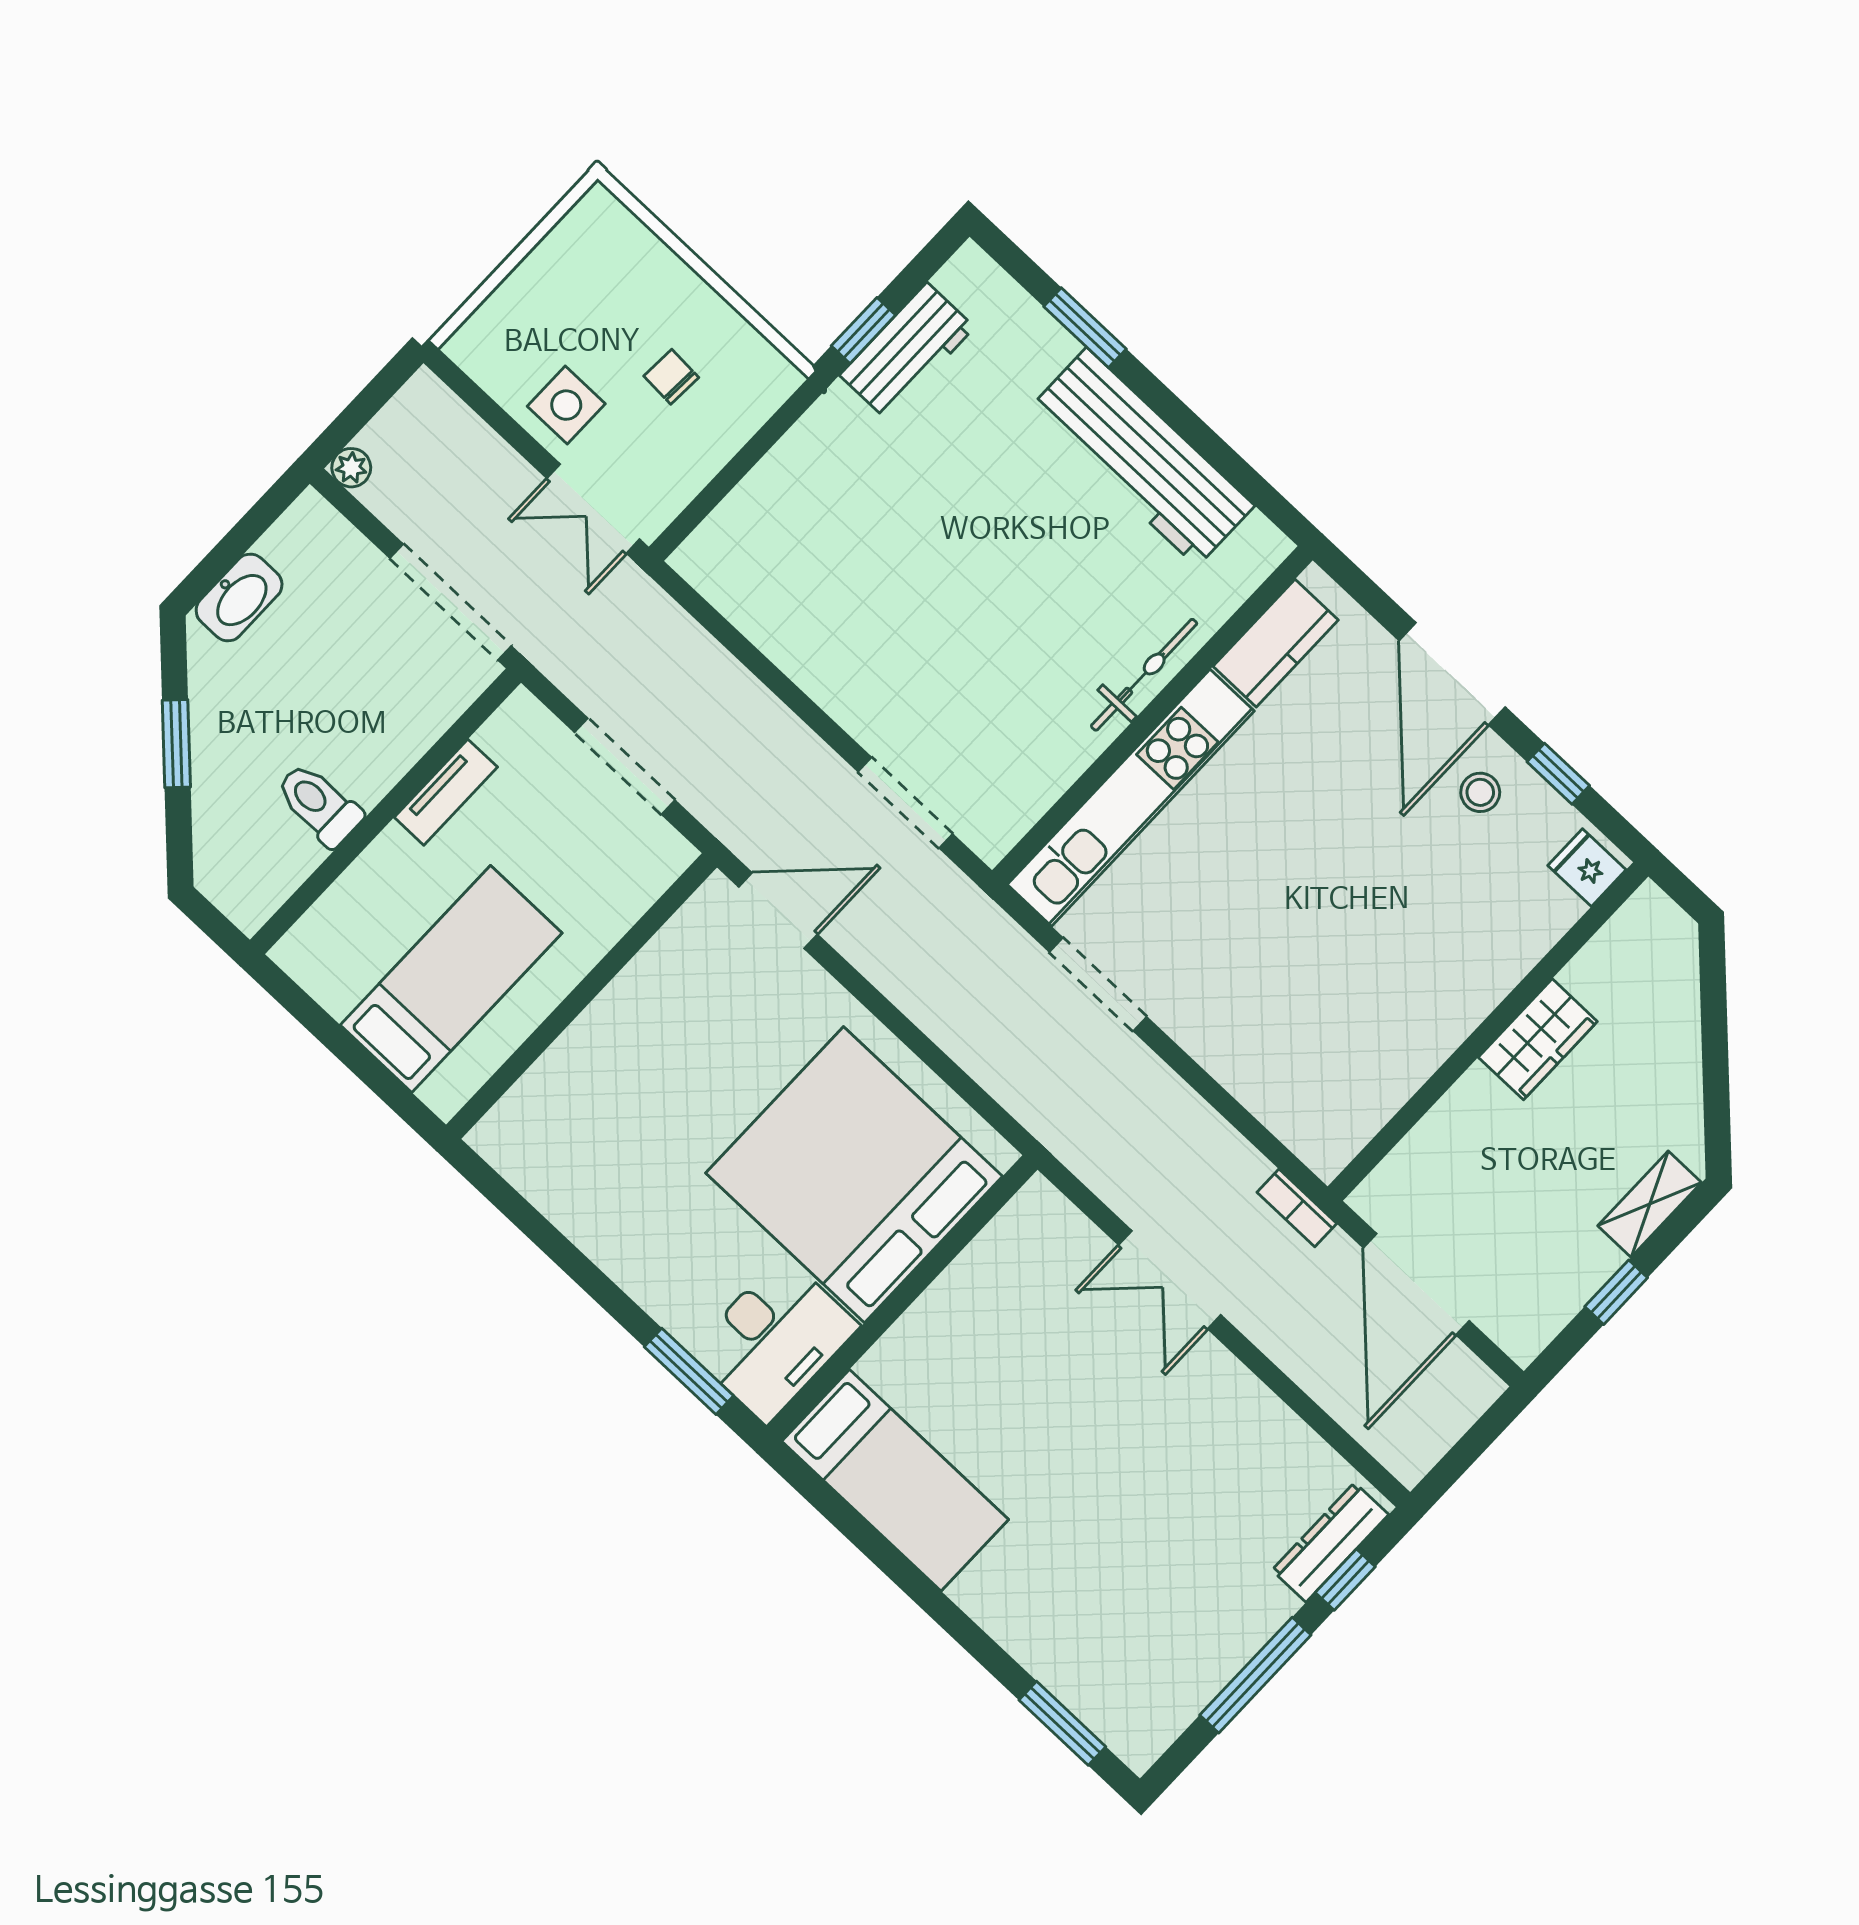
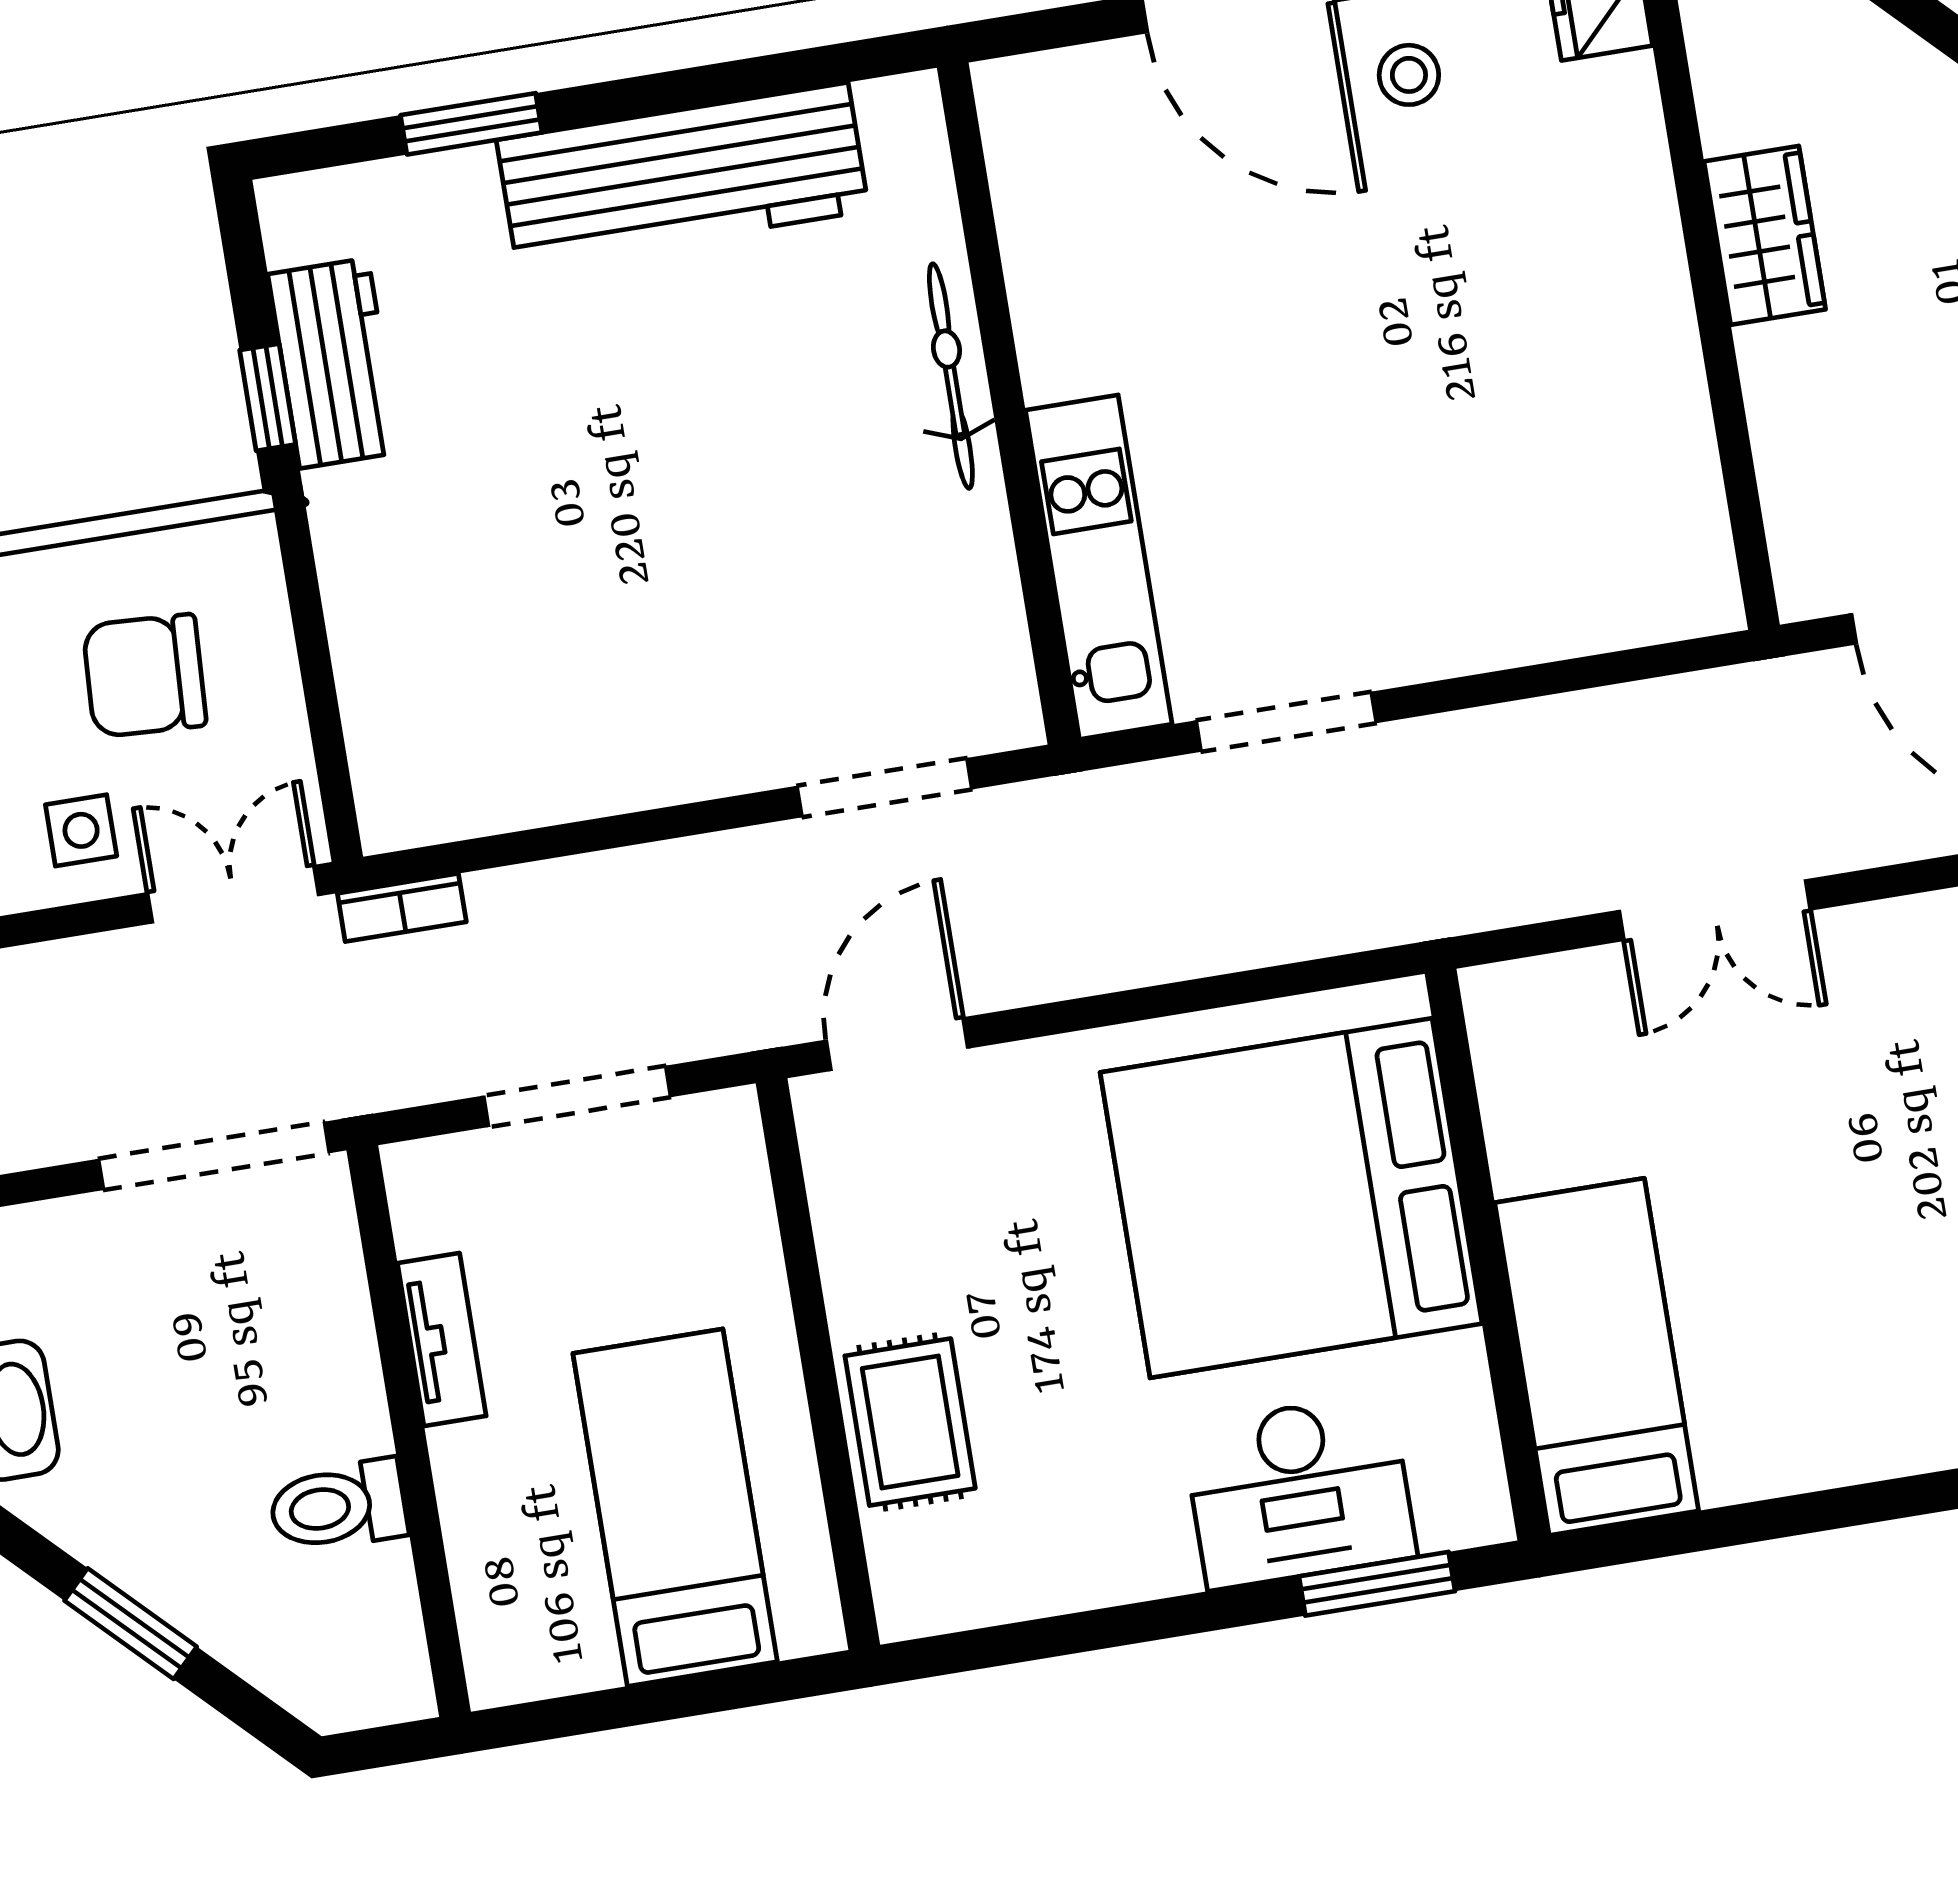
chair: (671, 377) -> (145, 675), width x1.87, depth x1.87
side table: (566, 405) -> (81, 830), width x0.73, depth x0.73
double door: (593, 509) -> (233, 894), swing flipped
kitchen counter: (1276, 643) -> (1035, 186), removed
kitchen unit: (1131, 798) -> (1099, 567), width x0.73
rug: (588, 1067) -> (910, 1422), added
bookcase: (1297, 1208) -> (402, 908), moved
desk: (775, 1339) -> (1299, 1491), moved, turned 90
bed: (895, 1480) -> (1597, 1357), moved, turned -90

